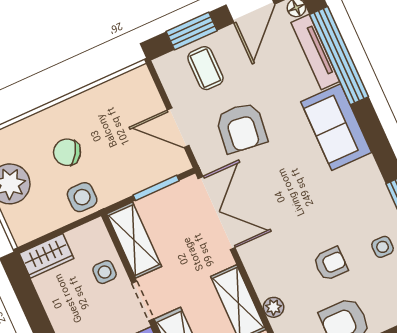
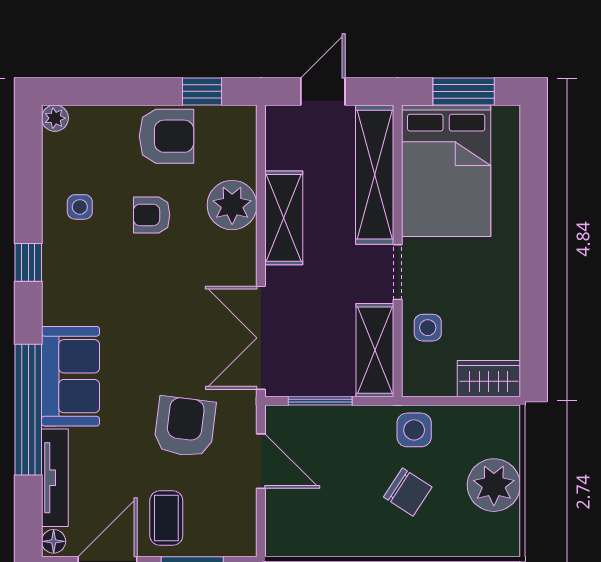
window: (339, 56) -> (28, 410), moved
coffee table: (205, 68) -> (166, 518), moved
plant: (274, 307) -> (232, 205), width x1.88, depth x1.88

